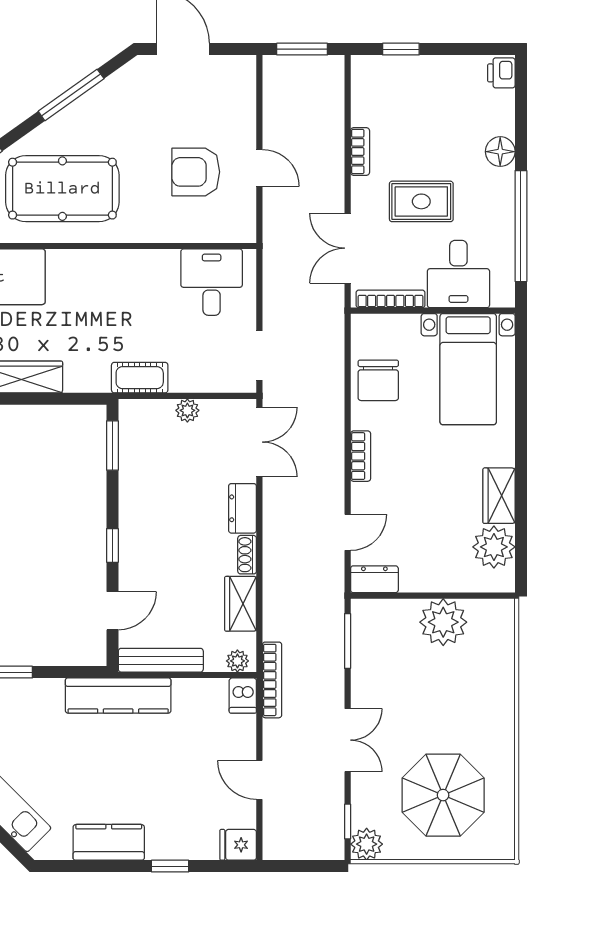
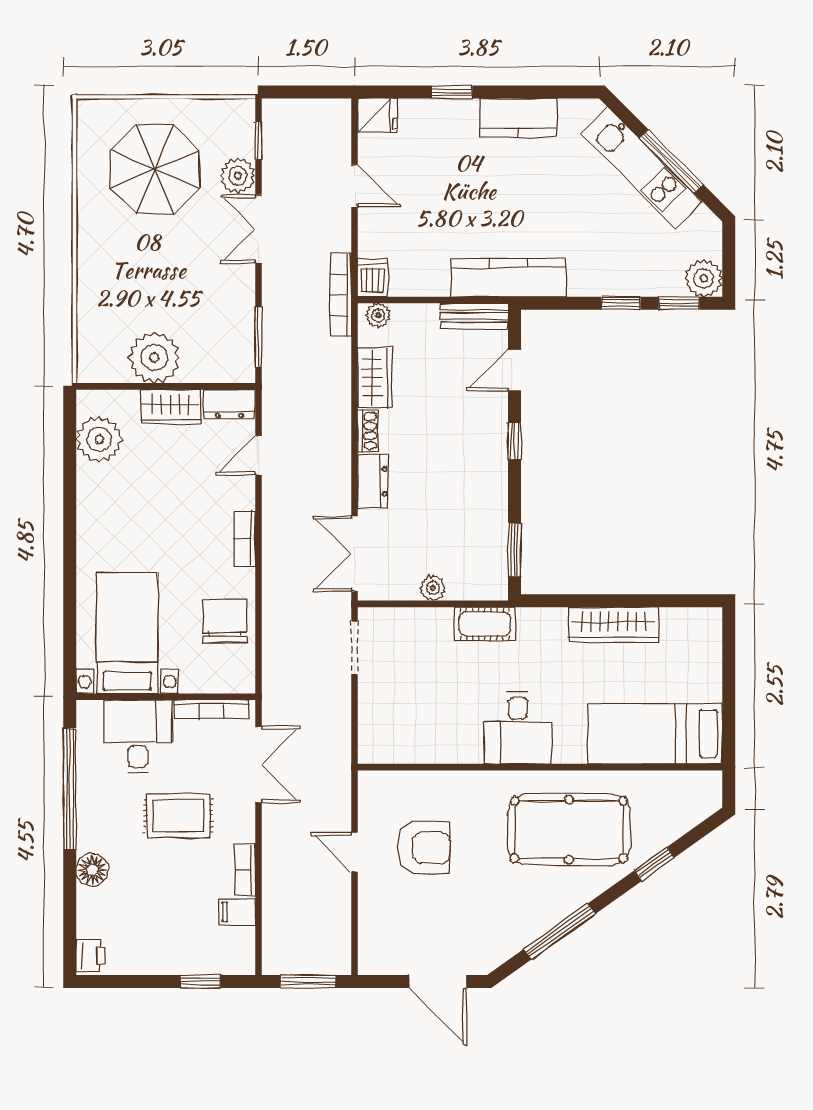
filing cabinet: (367, 113) -> (237, 912), added
desk: (212, 282) -> (518, 728), moved
wardrobe: (499, 496) -> (170, 407), moved, turned 90
bench: (161, 660) -> (474, 316), width x0.73
plant: (367, 844) -> (238, 176), moved

